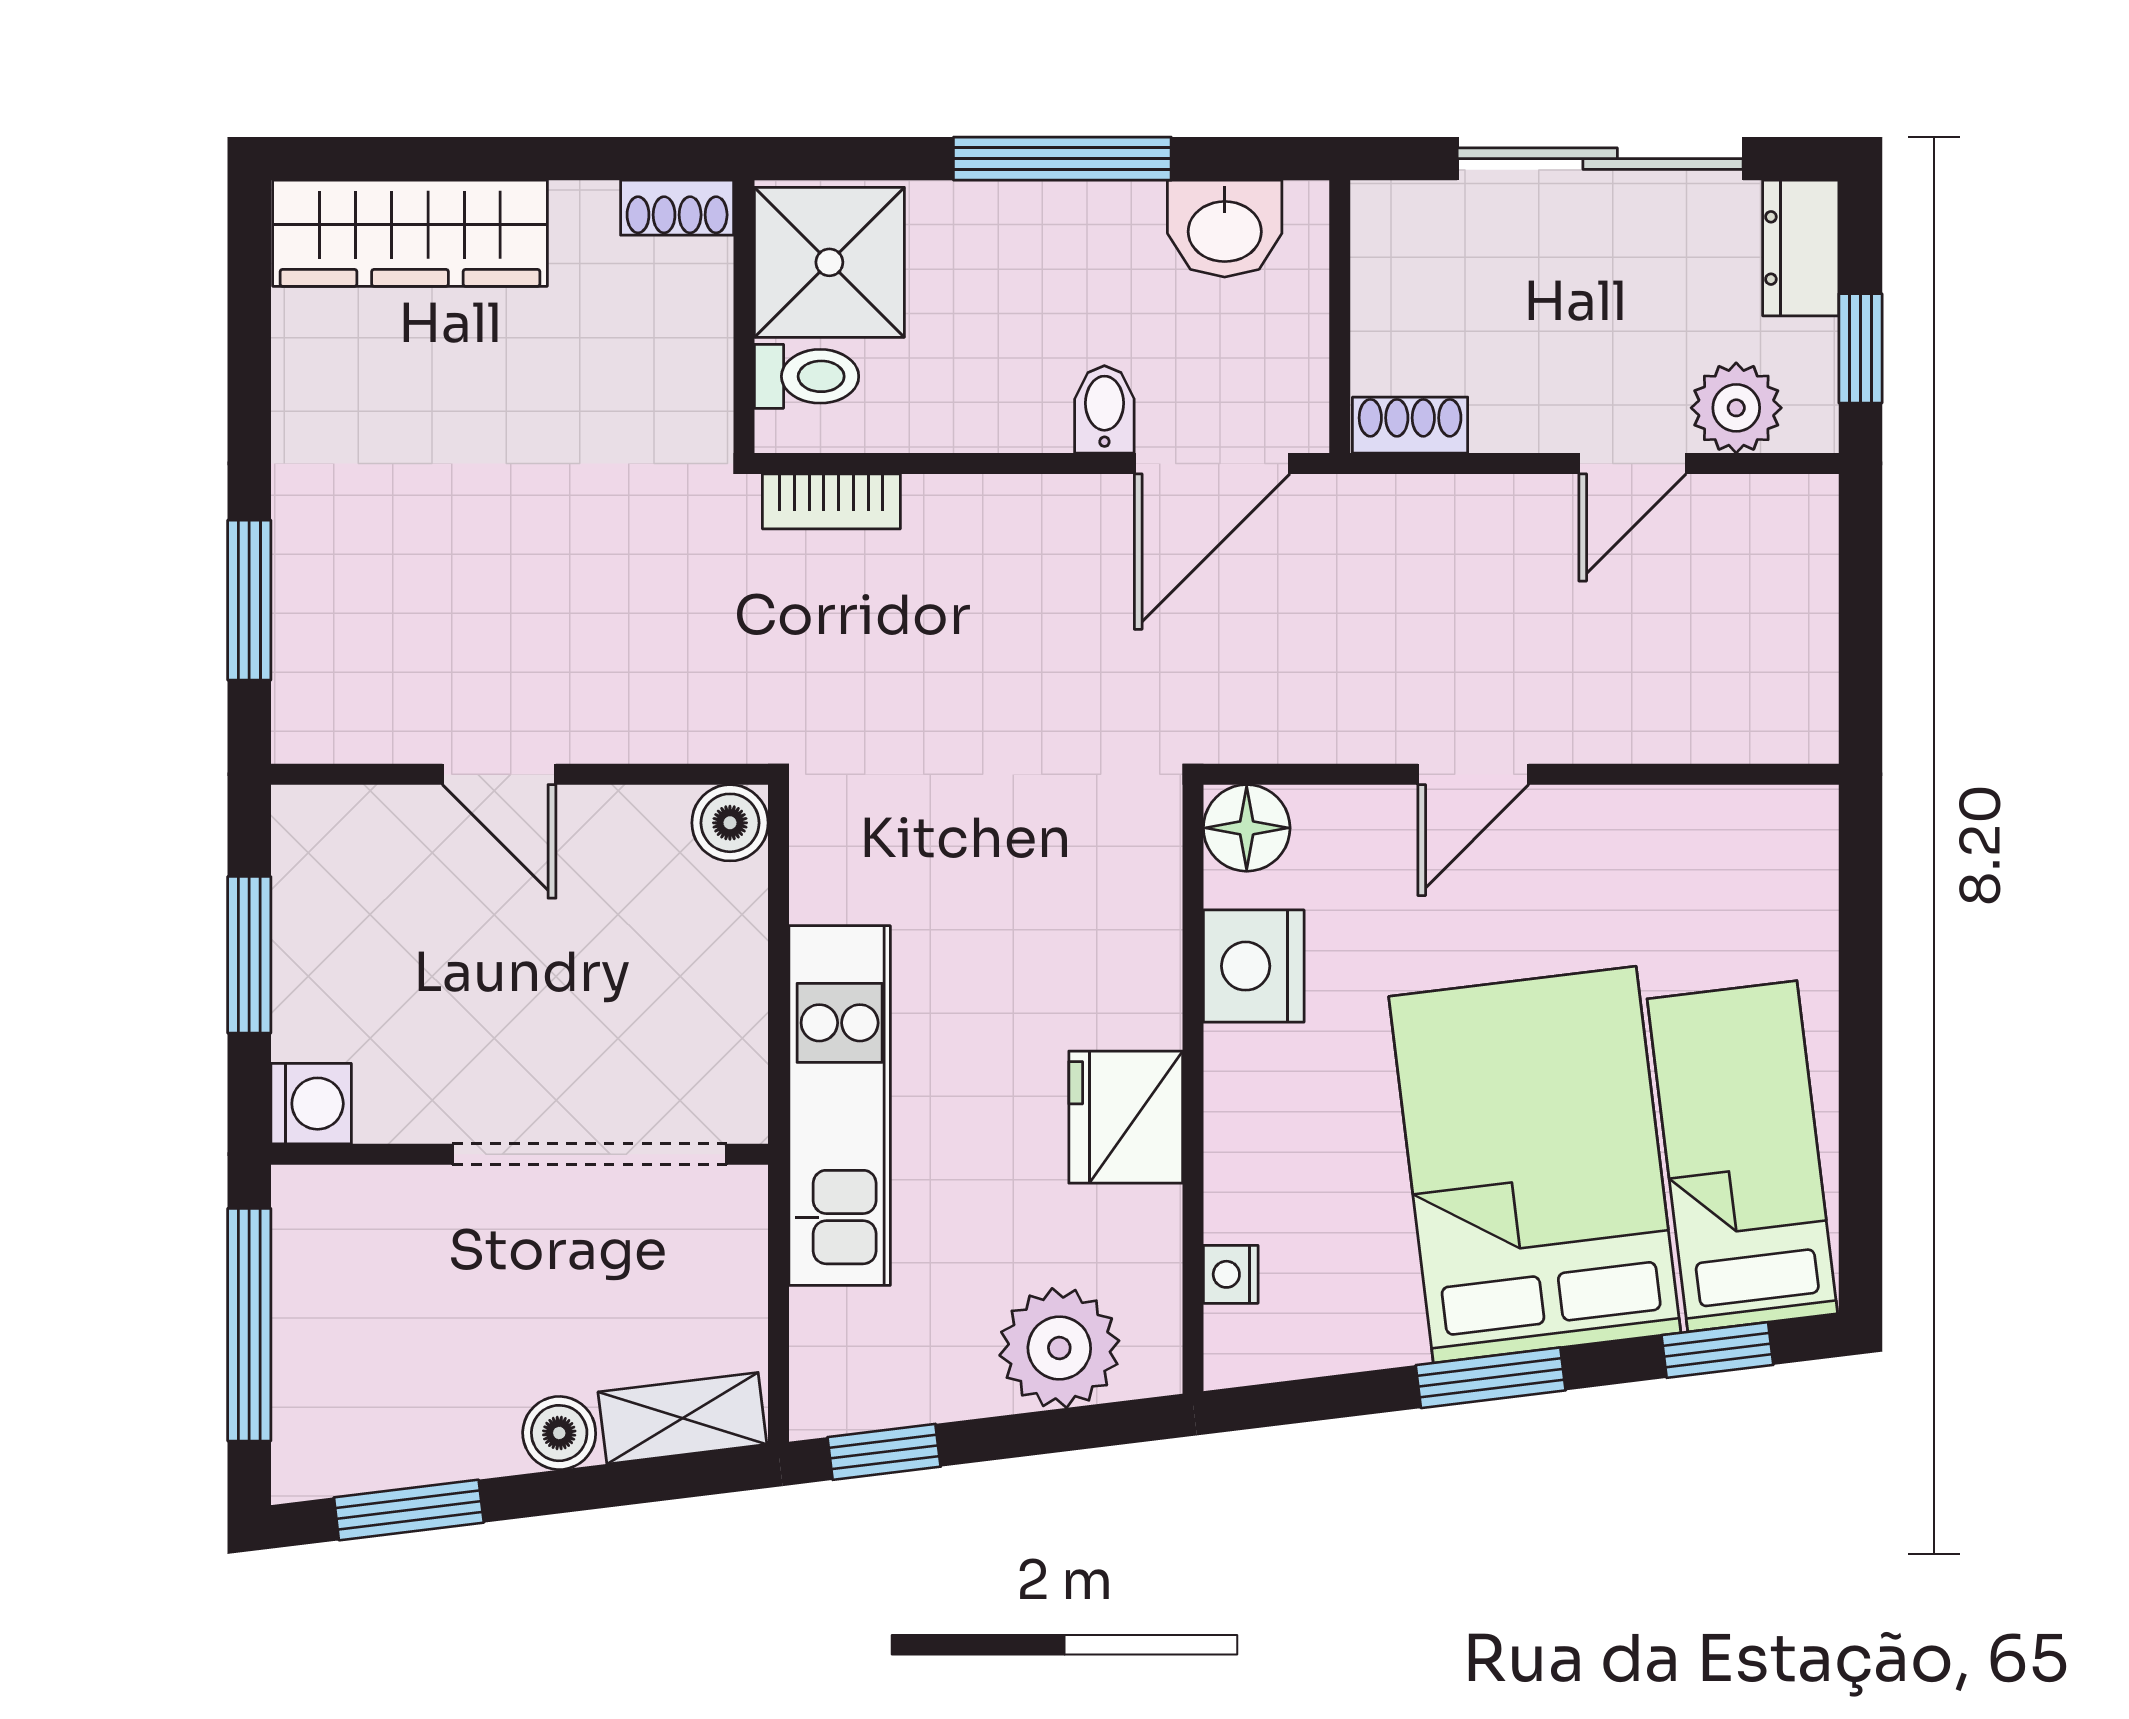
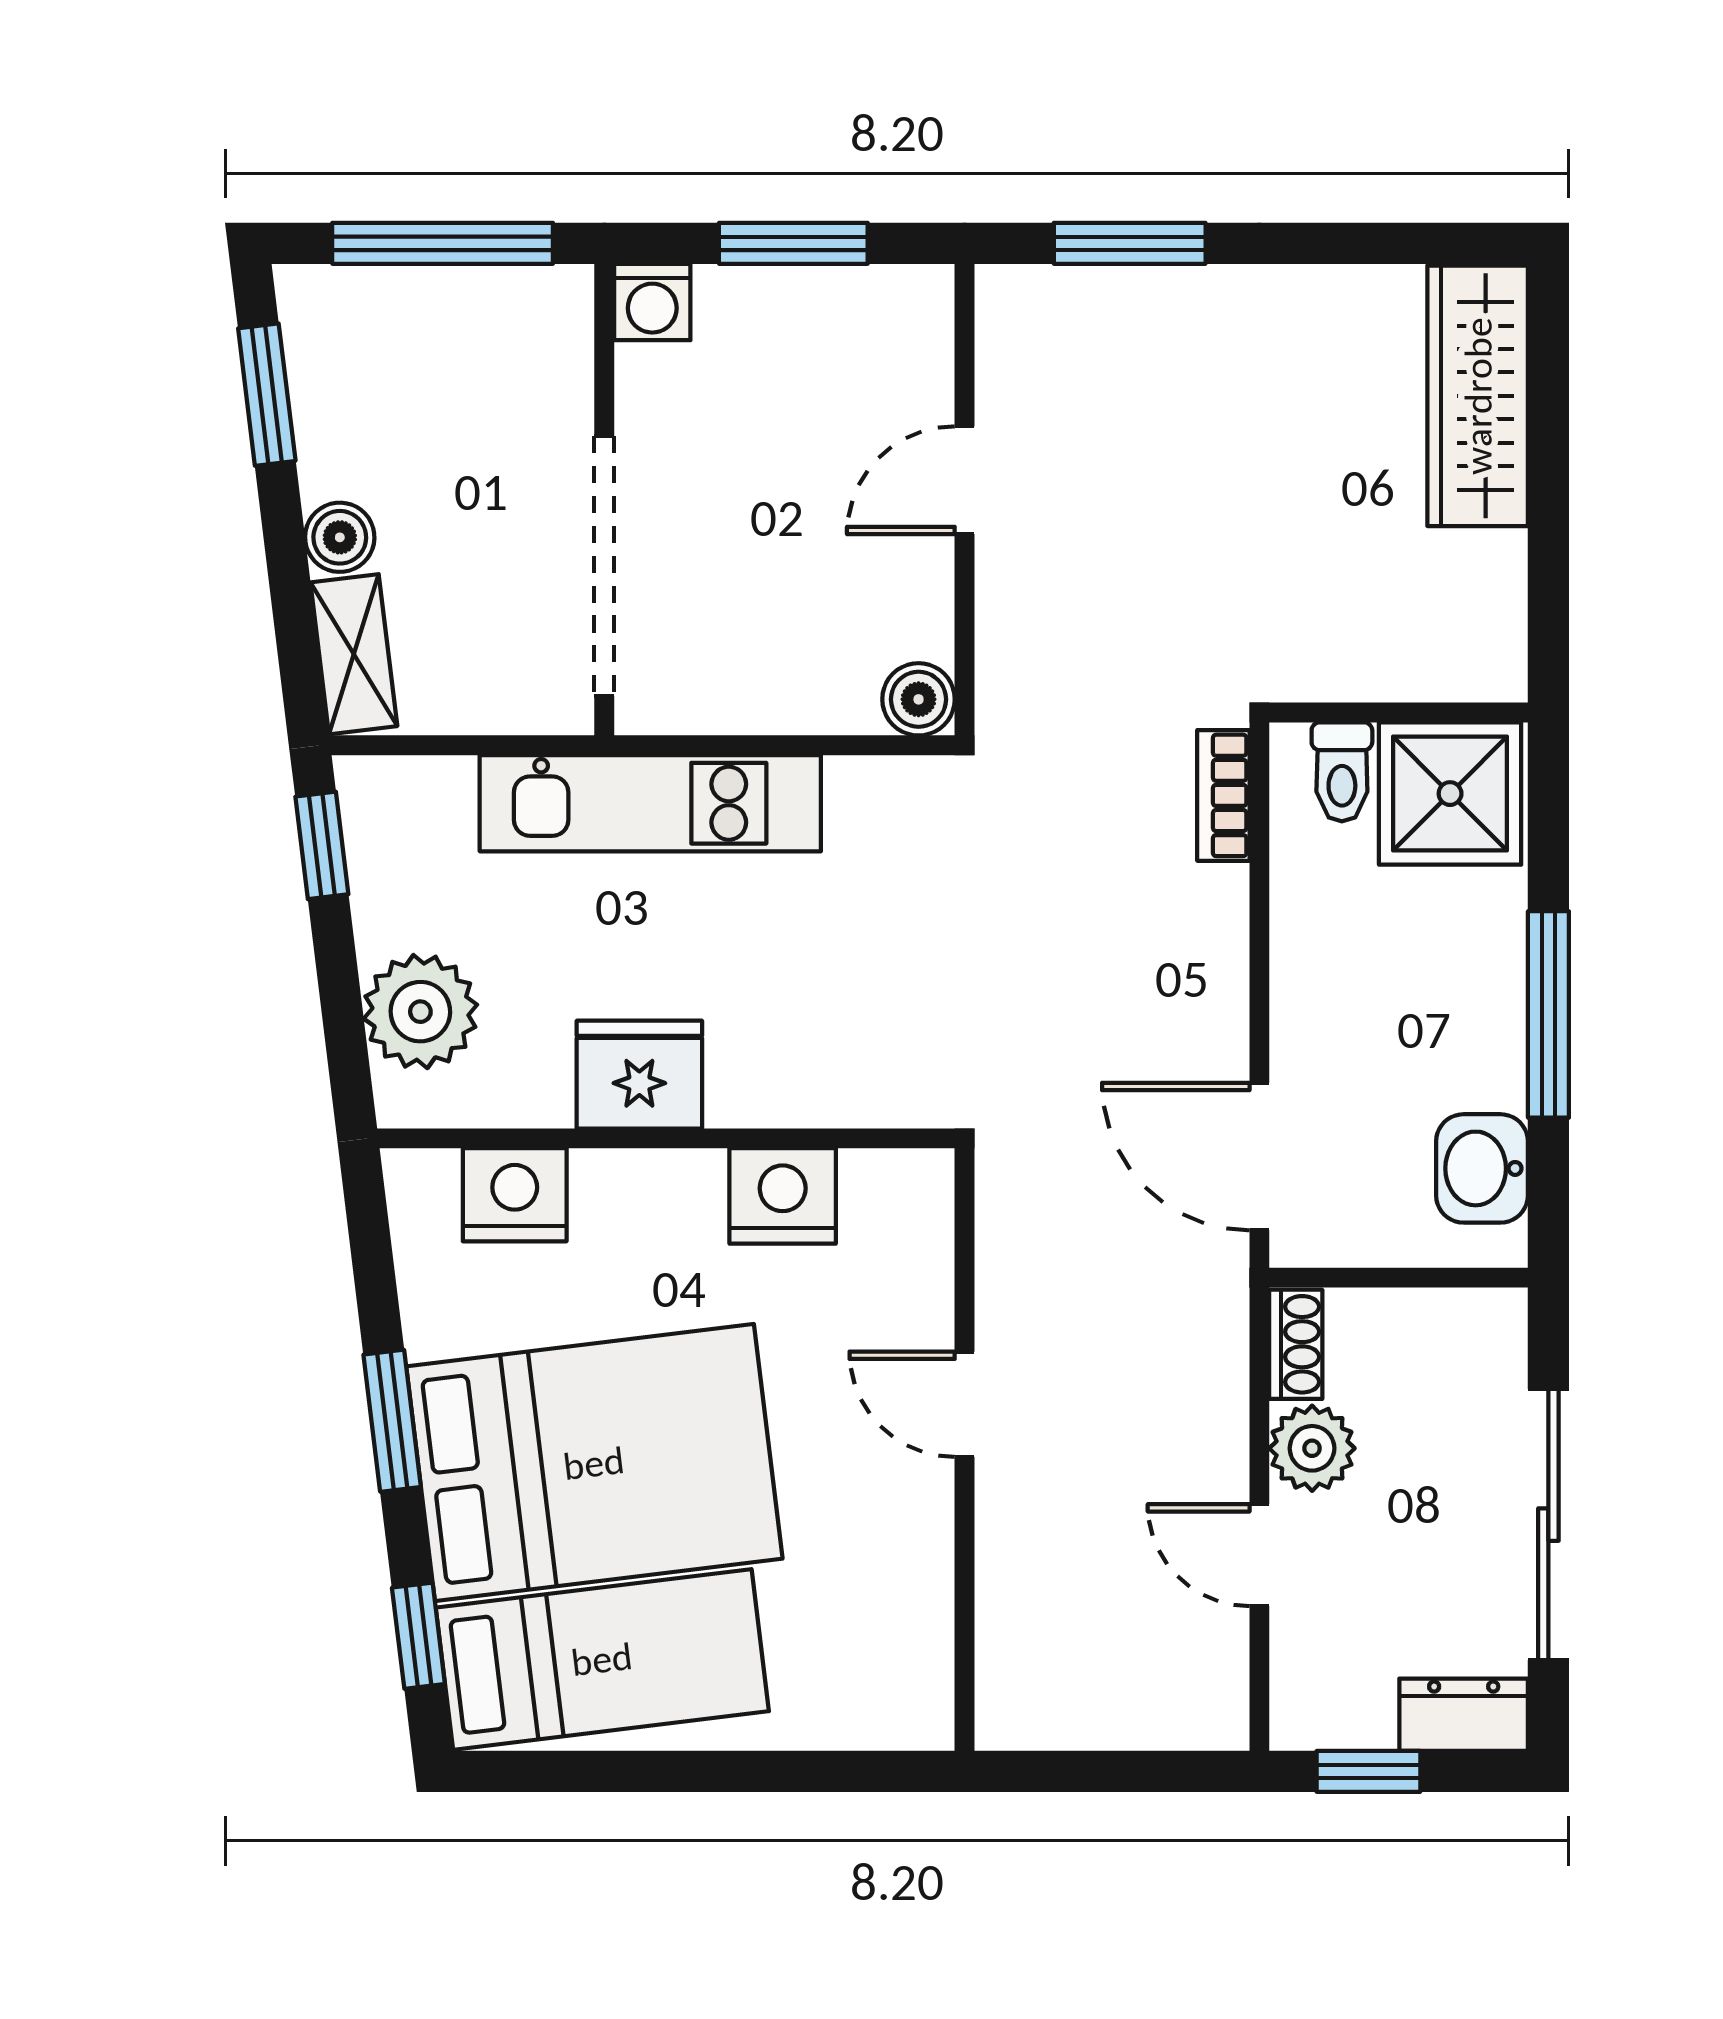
shoe rack: (677, 208) -> (1502, 649), removed
plant: (1736, 408) -> (1312, 1448), moved
bidet: (1104, 409) -> (1311, 1054), removed
floor lamp: (1247, 828) -> (914, 1189), removed
nightstand: (1231, 1274) -> (515, 1195), width x1.89, depth x1.79

